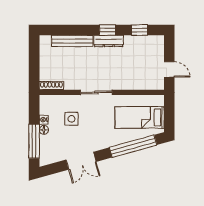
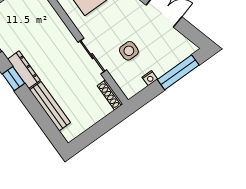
sliding door: (96, 92) -> (92, 56), moved
floor lamp: (44, 130) -> (160, 71), removed

